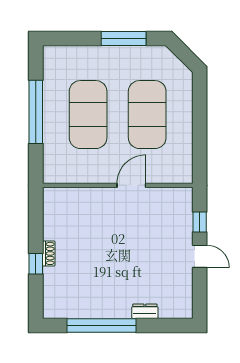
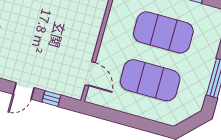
door: (131, 185) -> (90, 74), moved

